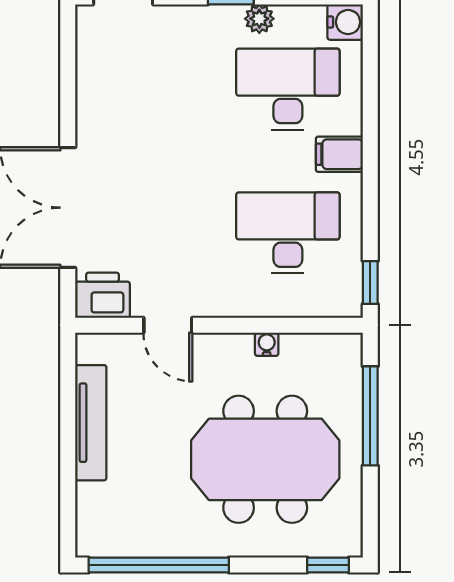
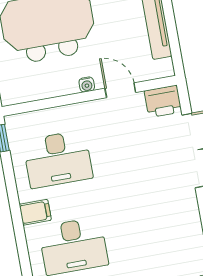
water cooler: (267, 344) -> (87, 85), moved

